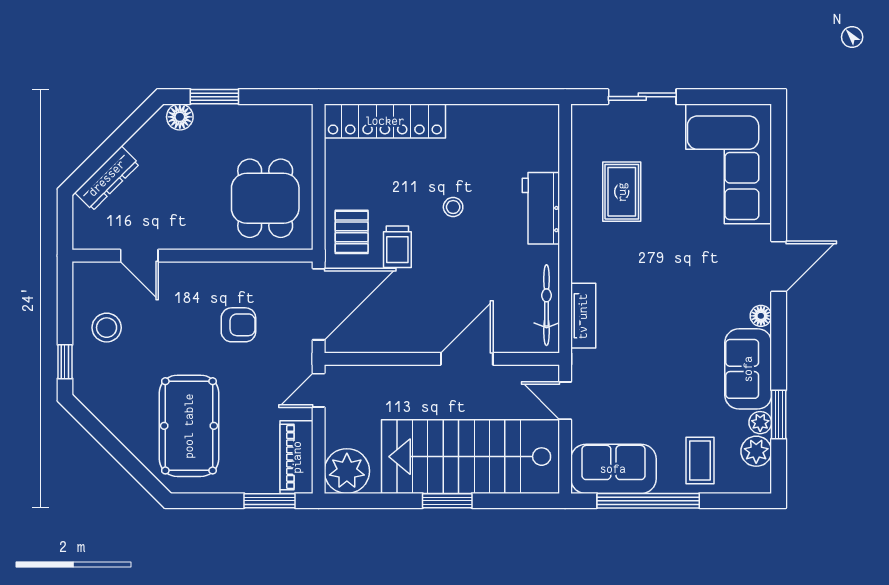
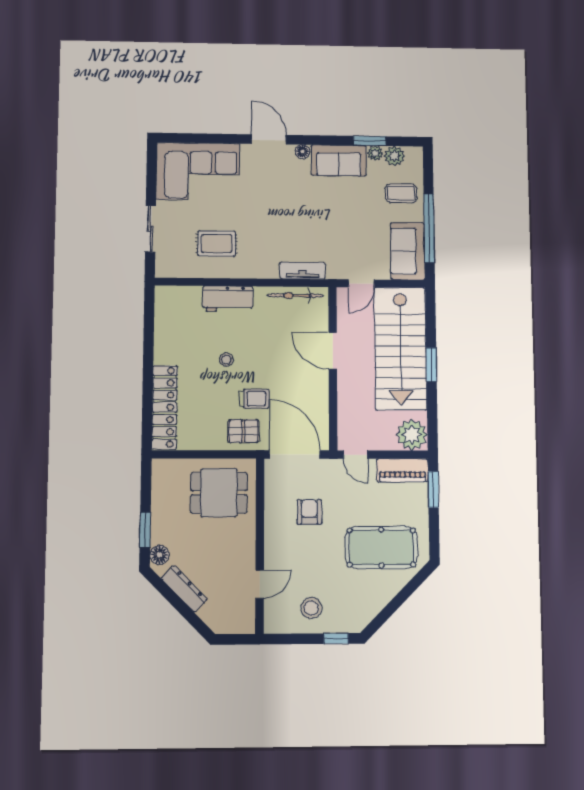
dresser: (107, 178) -> (184, 589), moved

